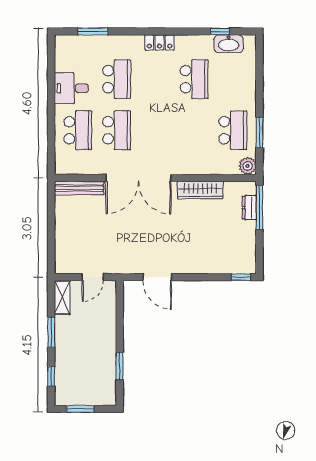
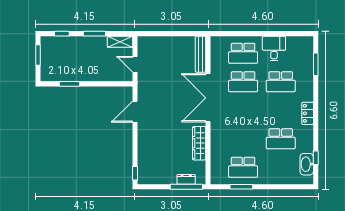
plant: (248, 166) -> (217, 178), removed

